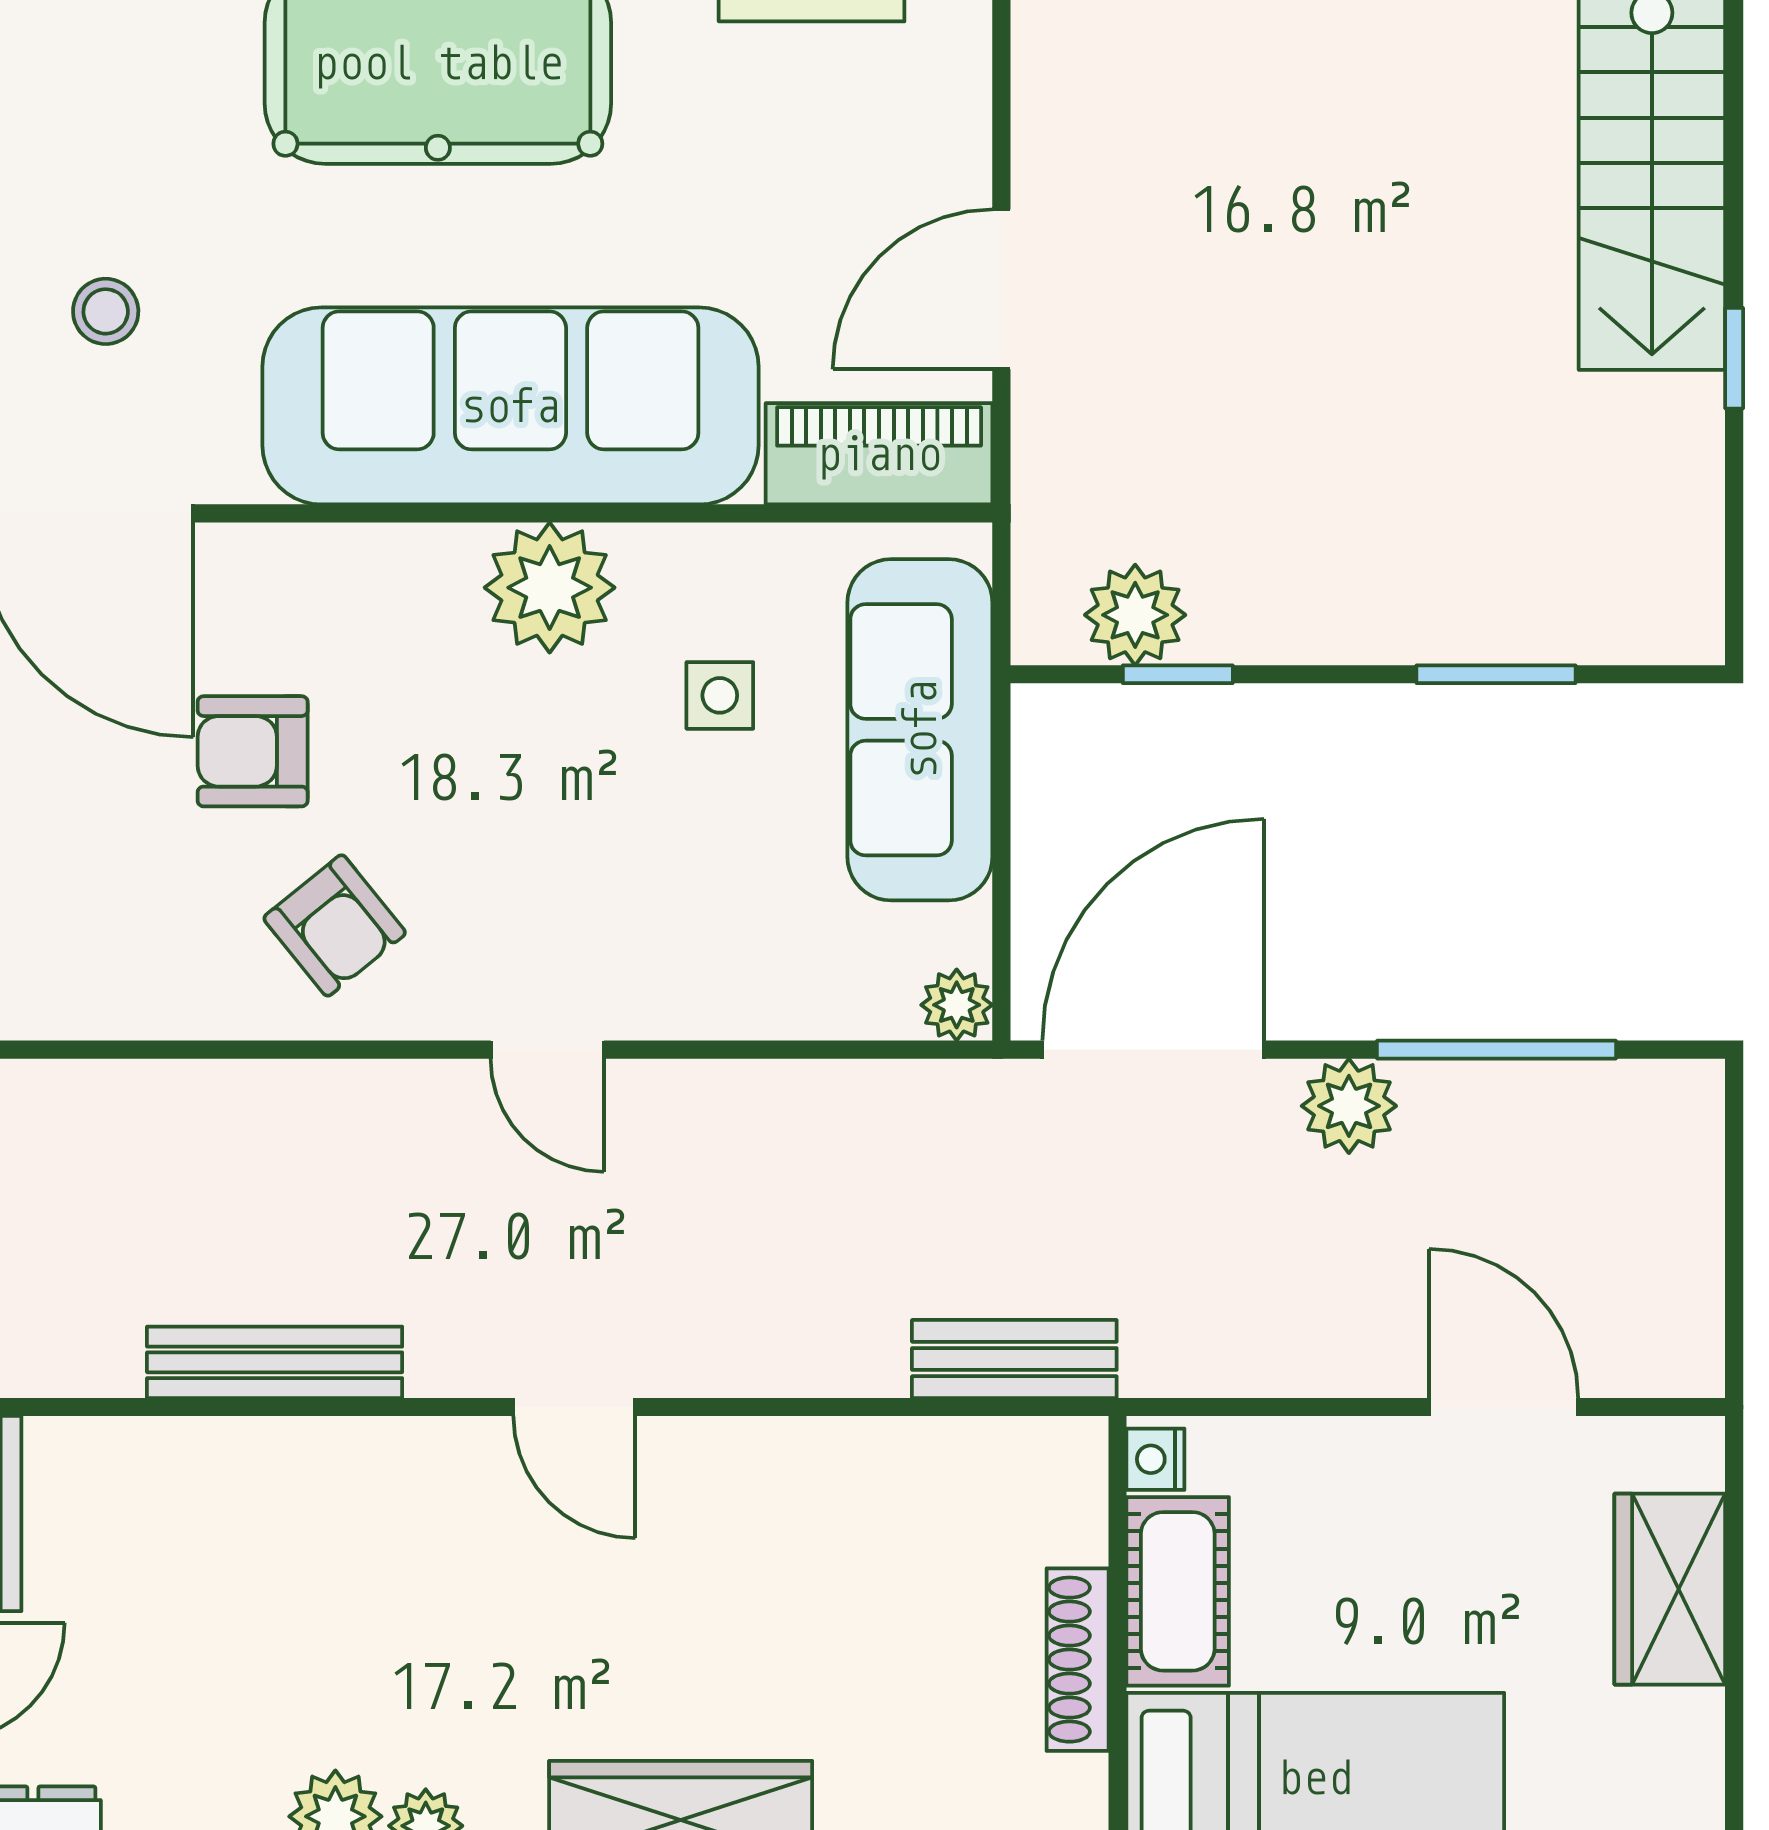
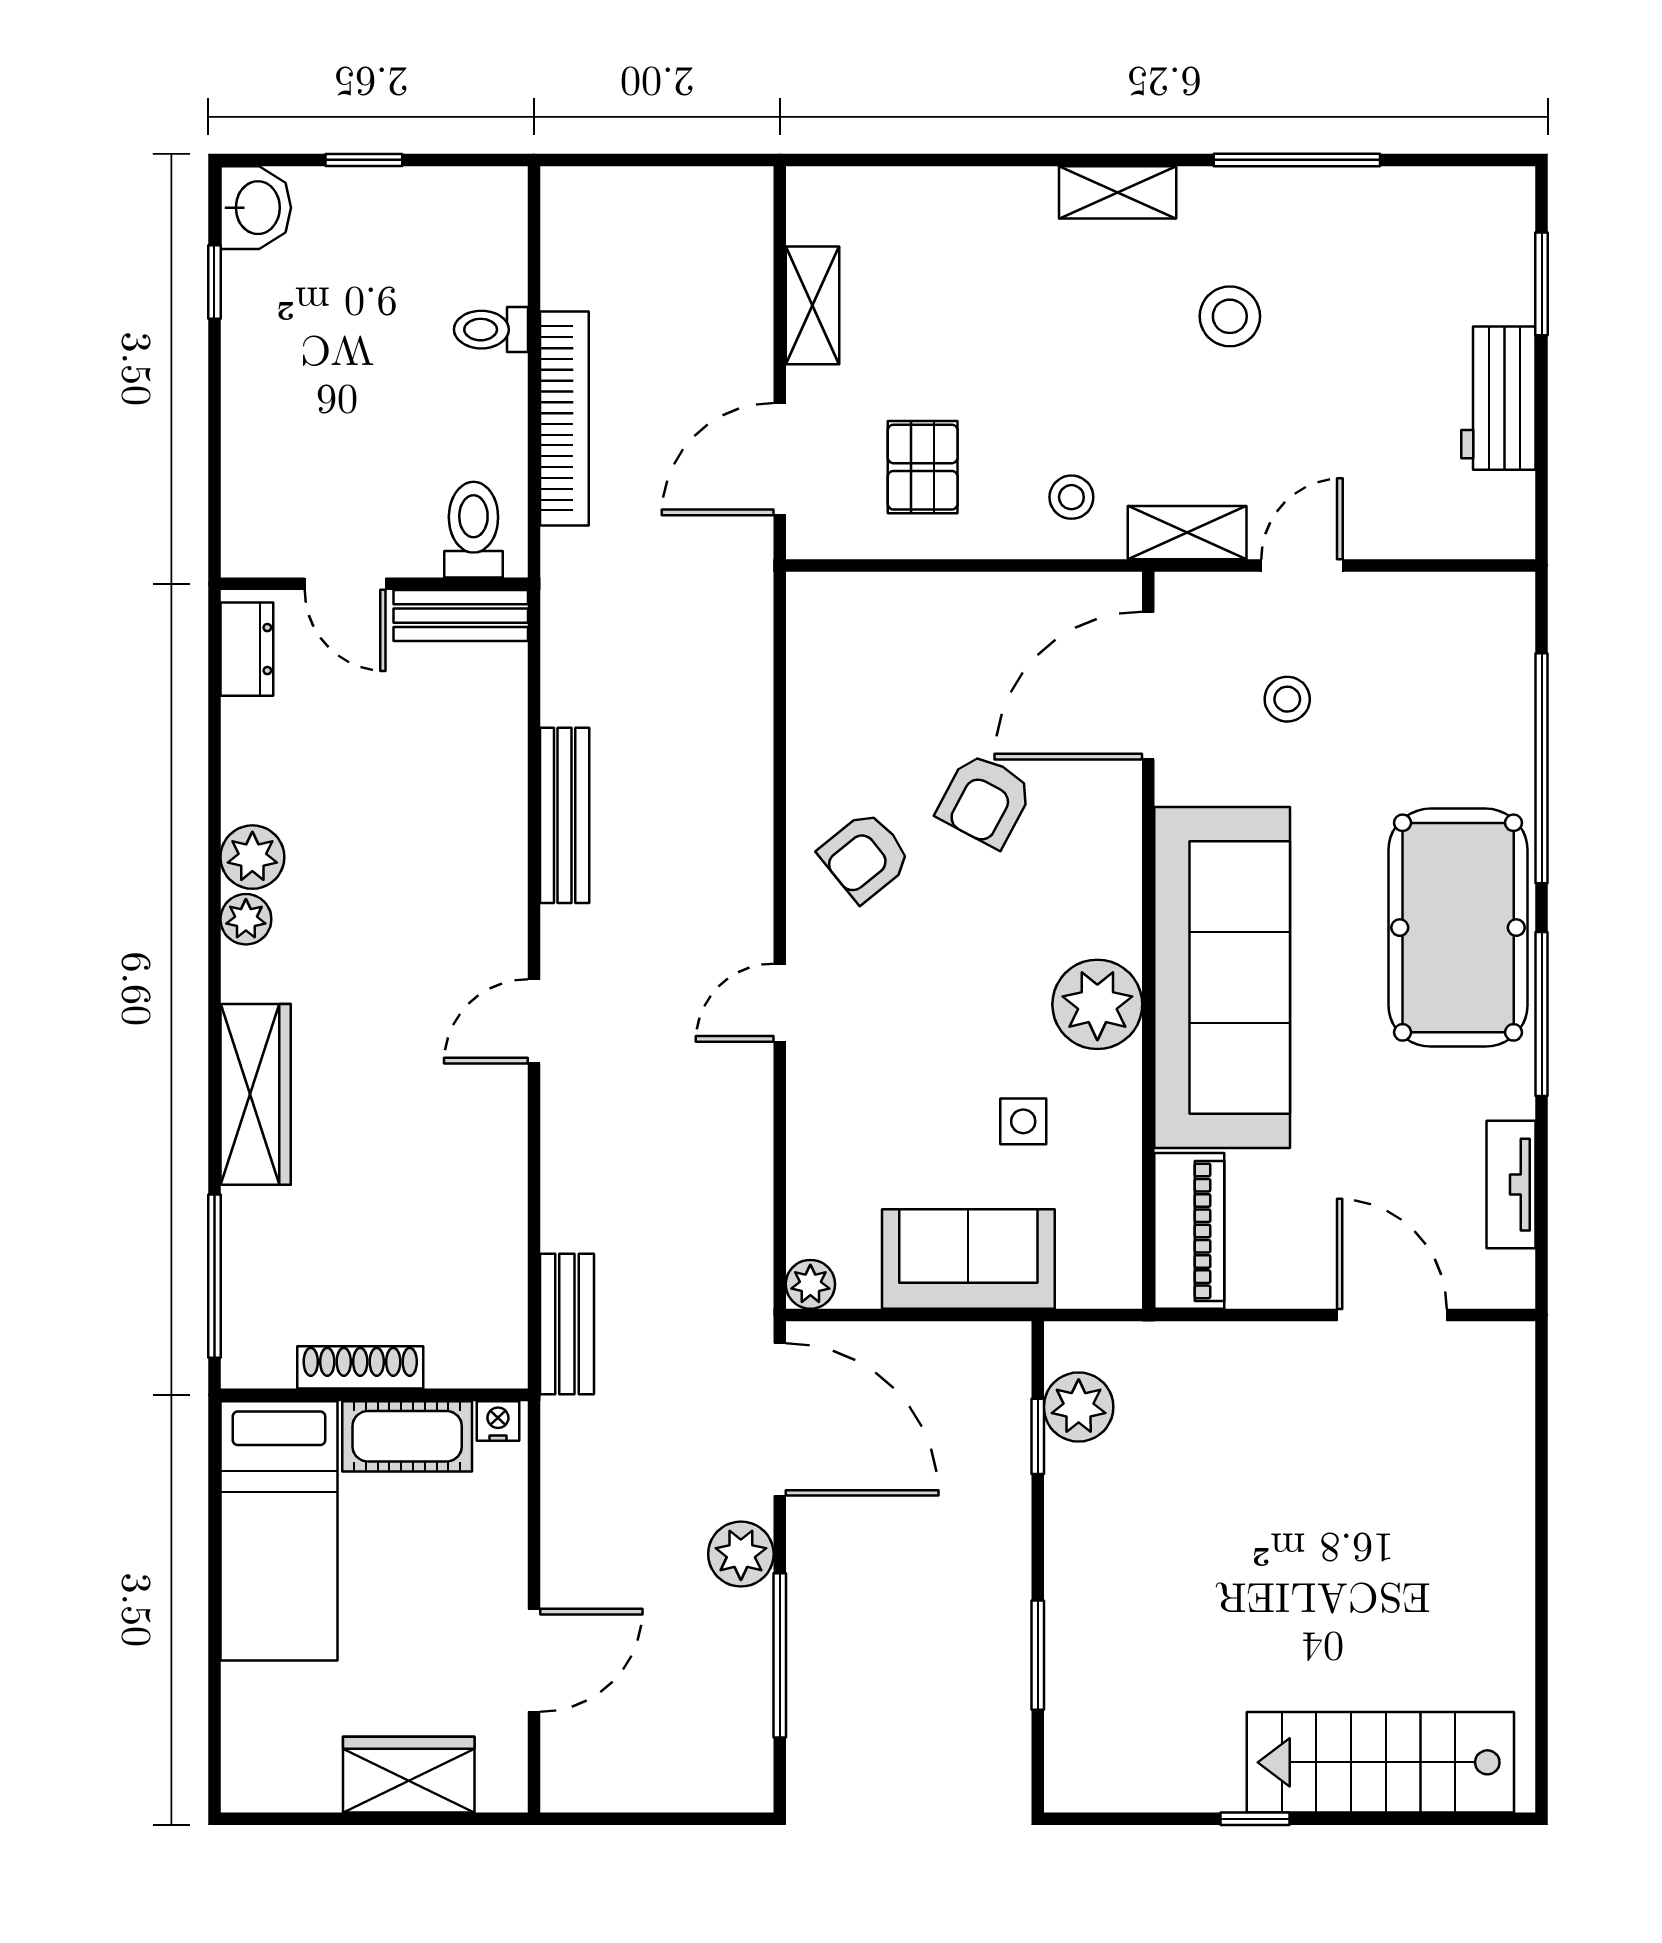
door: (1001, 289) -> (1392, 1315), moved
sofa: (920, 730) -> (968, 1259), width x0.73
armchair: (253, 751) -> (985, 800), turned -152

